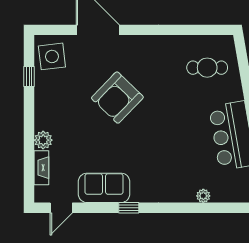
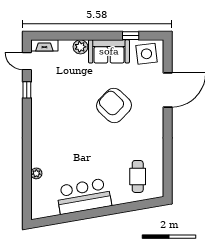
fireplace: (41, 168) -> (44, 45), moved
sofa: (104, 188) -> (109, 51), moved, turned 90
window: (129, 208) -> (27, 90), moved

